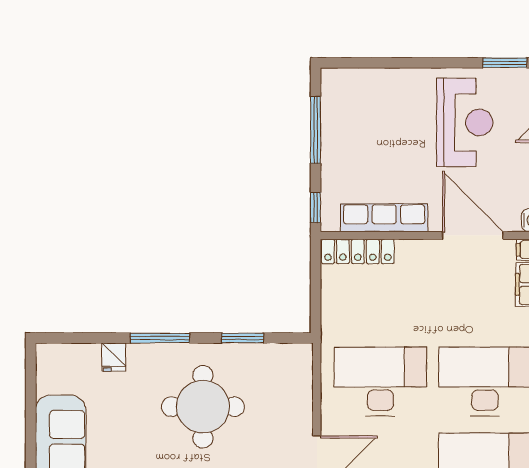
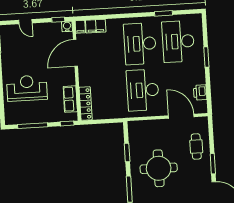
reception desk: (465, 122) -> (27, 88), moved
row of seats: (384, 218) -> (70, 99), width x0.68

